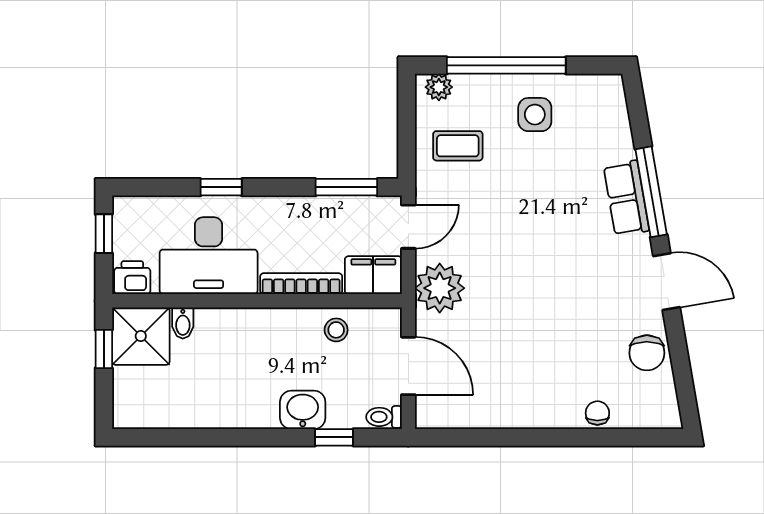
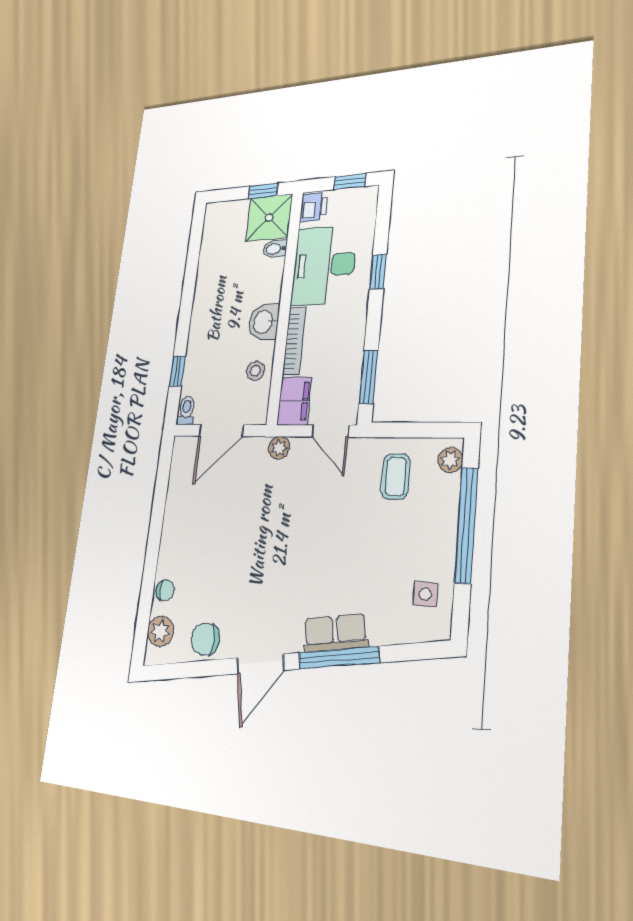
side table: (535, 115) -> (425, 594), moved, width x0.73, depth x0.73
plant: (440, 288) -> (279, 448), width x0.53, depth x0.53
washbasin: (303, 410) -> (264, 322), moved, turned 180
plant: (643, 412) -> (160, 631), added

